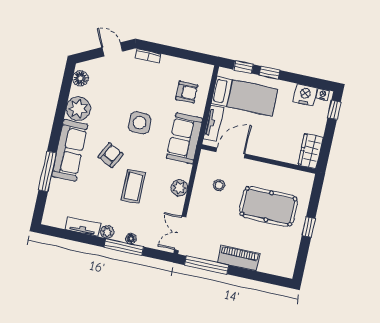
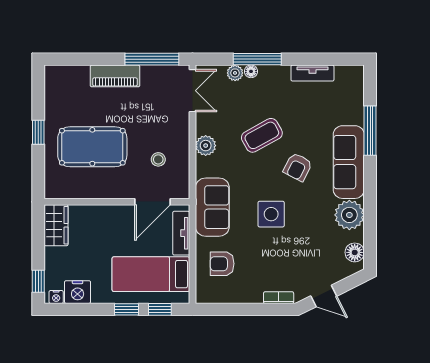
coffee table: (133, 186) -> (262, 135), turned 61
plant: (107, 232) -> (235, 73), moved

